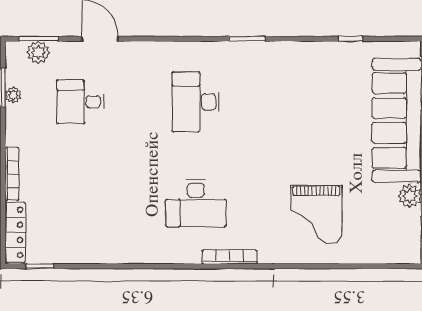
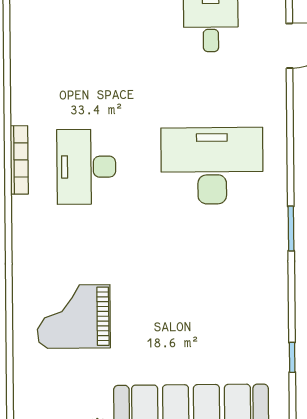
desk: (196, 102) -> (212, 166), width x1.36, depth x1.30
bookcase: (230, 257) -> (19, 160), moved

